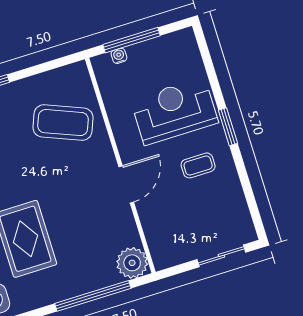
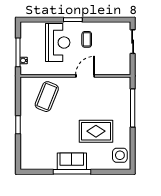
reception desk: (174, 111) -> (58, 43), turned 180
door: (126, 184) -> (85, 76), hinge flipped
plant: (132, 263) -> (123, 85), removed

